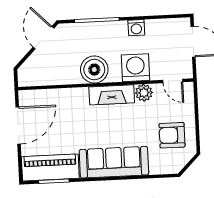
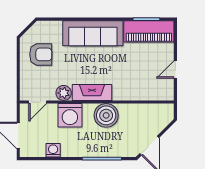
washing machine: (136, 28) -> (53, 150), moved
door: (173, 81) -> (38, 102), swing flipped
door: (18, 125) -> (175, 70), width x0.53

